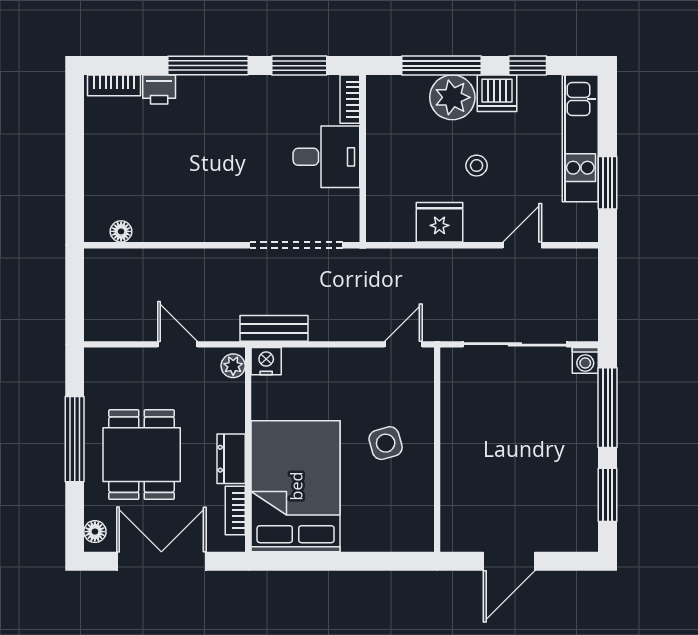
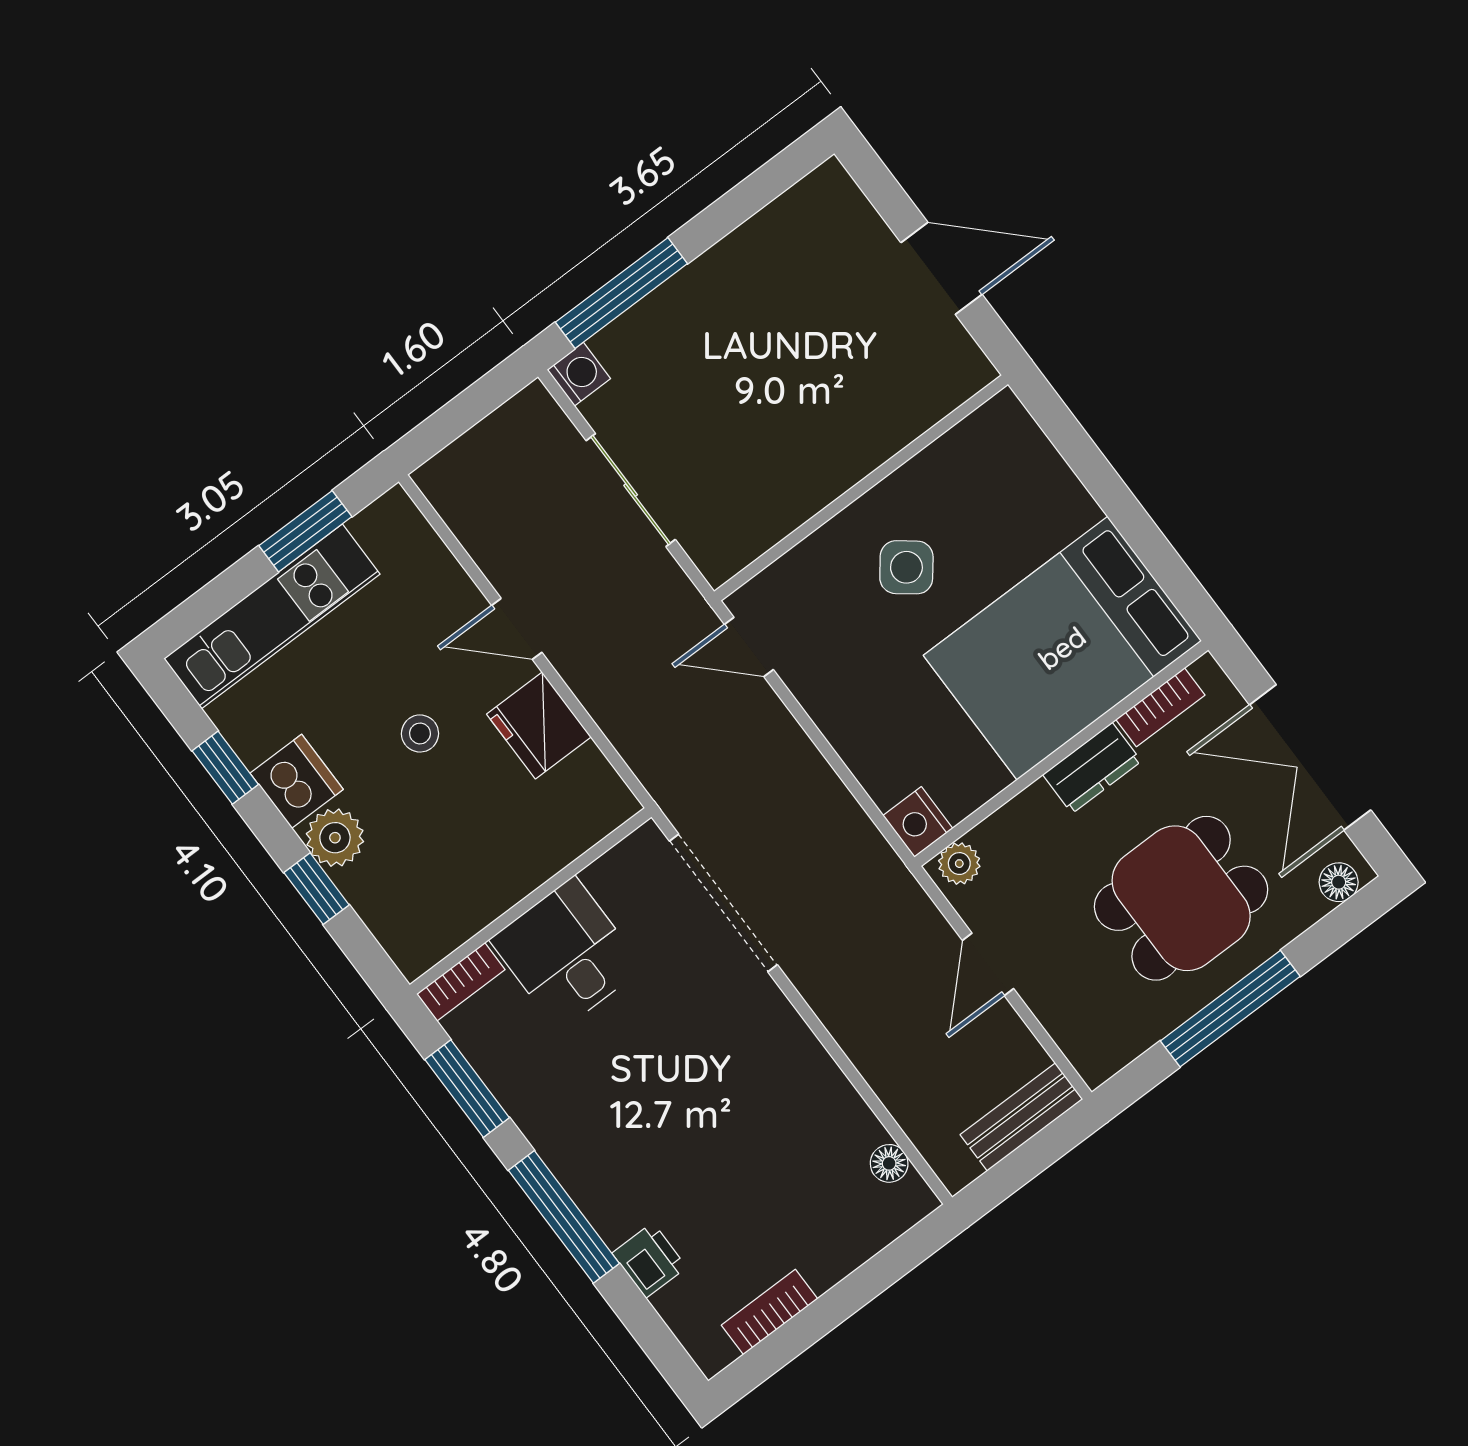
window: (441, 66) -> (317, 889), width x0.46
bookcase: (114, 85) -> (769, 1312), moved, turned -90
plant: (452, 97) -> (335, 838), width x0.73, depth x0.73
door: (522, 245) -> (517, 629), moved
bench: (274, 328) -> (1021, 1117), moved, turned 90
sliding door: (515, 344) -> (631, 490), width x0.73
side table: (386, 443) -> (906, 567), turned -36
window: (608, 495) -> (744, 200), removed

